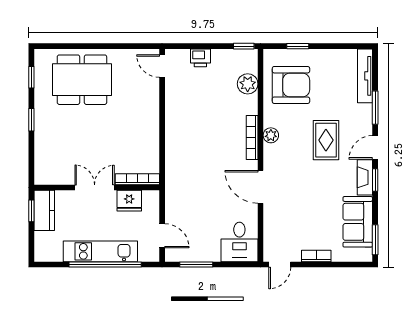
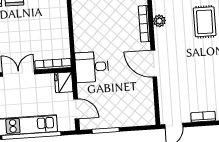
fridge: (129, 201) -> (64, 82), moved, turned 90
desk: (239, 242) -> (92, 67), moved, turned 90

